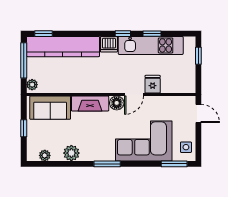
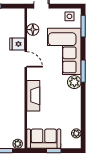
floor lamp: (117, 103) -> (33, 30), moved
sofa: (50, 108) -> (44, 139), moved, turned -90
plant: (71, 153) -> (74, 82), moved
window: (107, 164) -> (83, 71), moved

